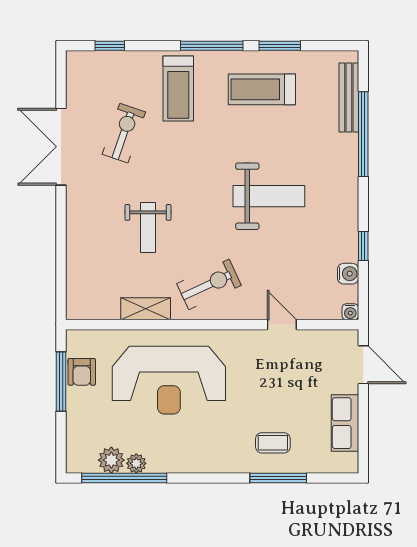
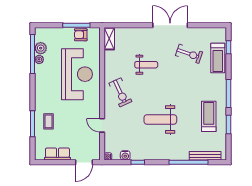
treadmill: (178, 88) -> (218, 58), moved, turned -90
double door: (61, 147) -> (170, 25), moved
weight bench: (269, 196) -> (160, 119), turned 90
weight bench: (148, 227) -> (146, 65), turned 180
shelving: (146, 309) -> (109, 39), moved
door: (282, 325) -> (102, 125), swing flipped
reception desk: (169, 380) -> (77, 74), turned 180

